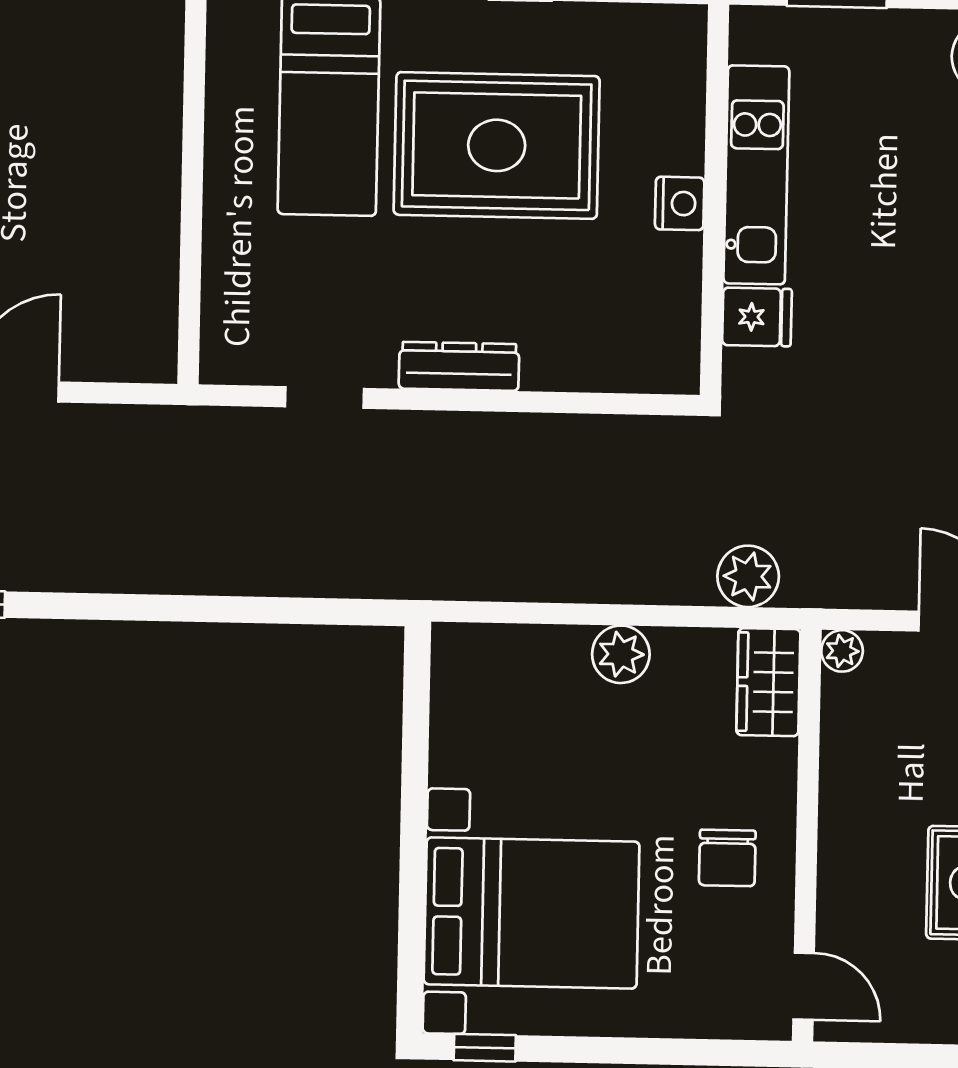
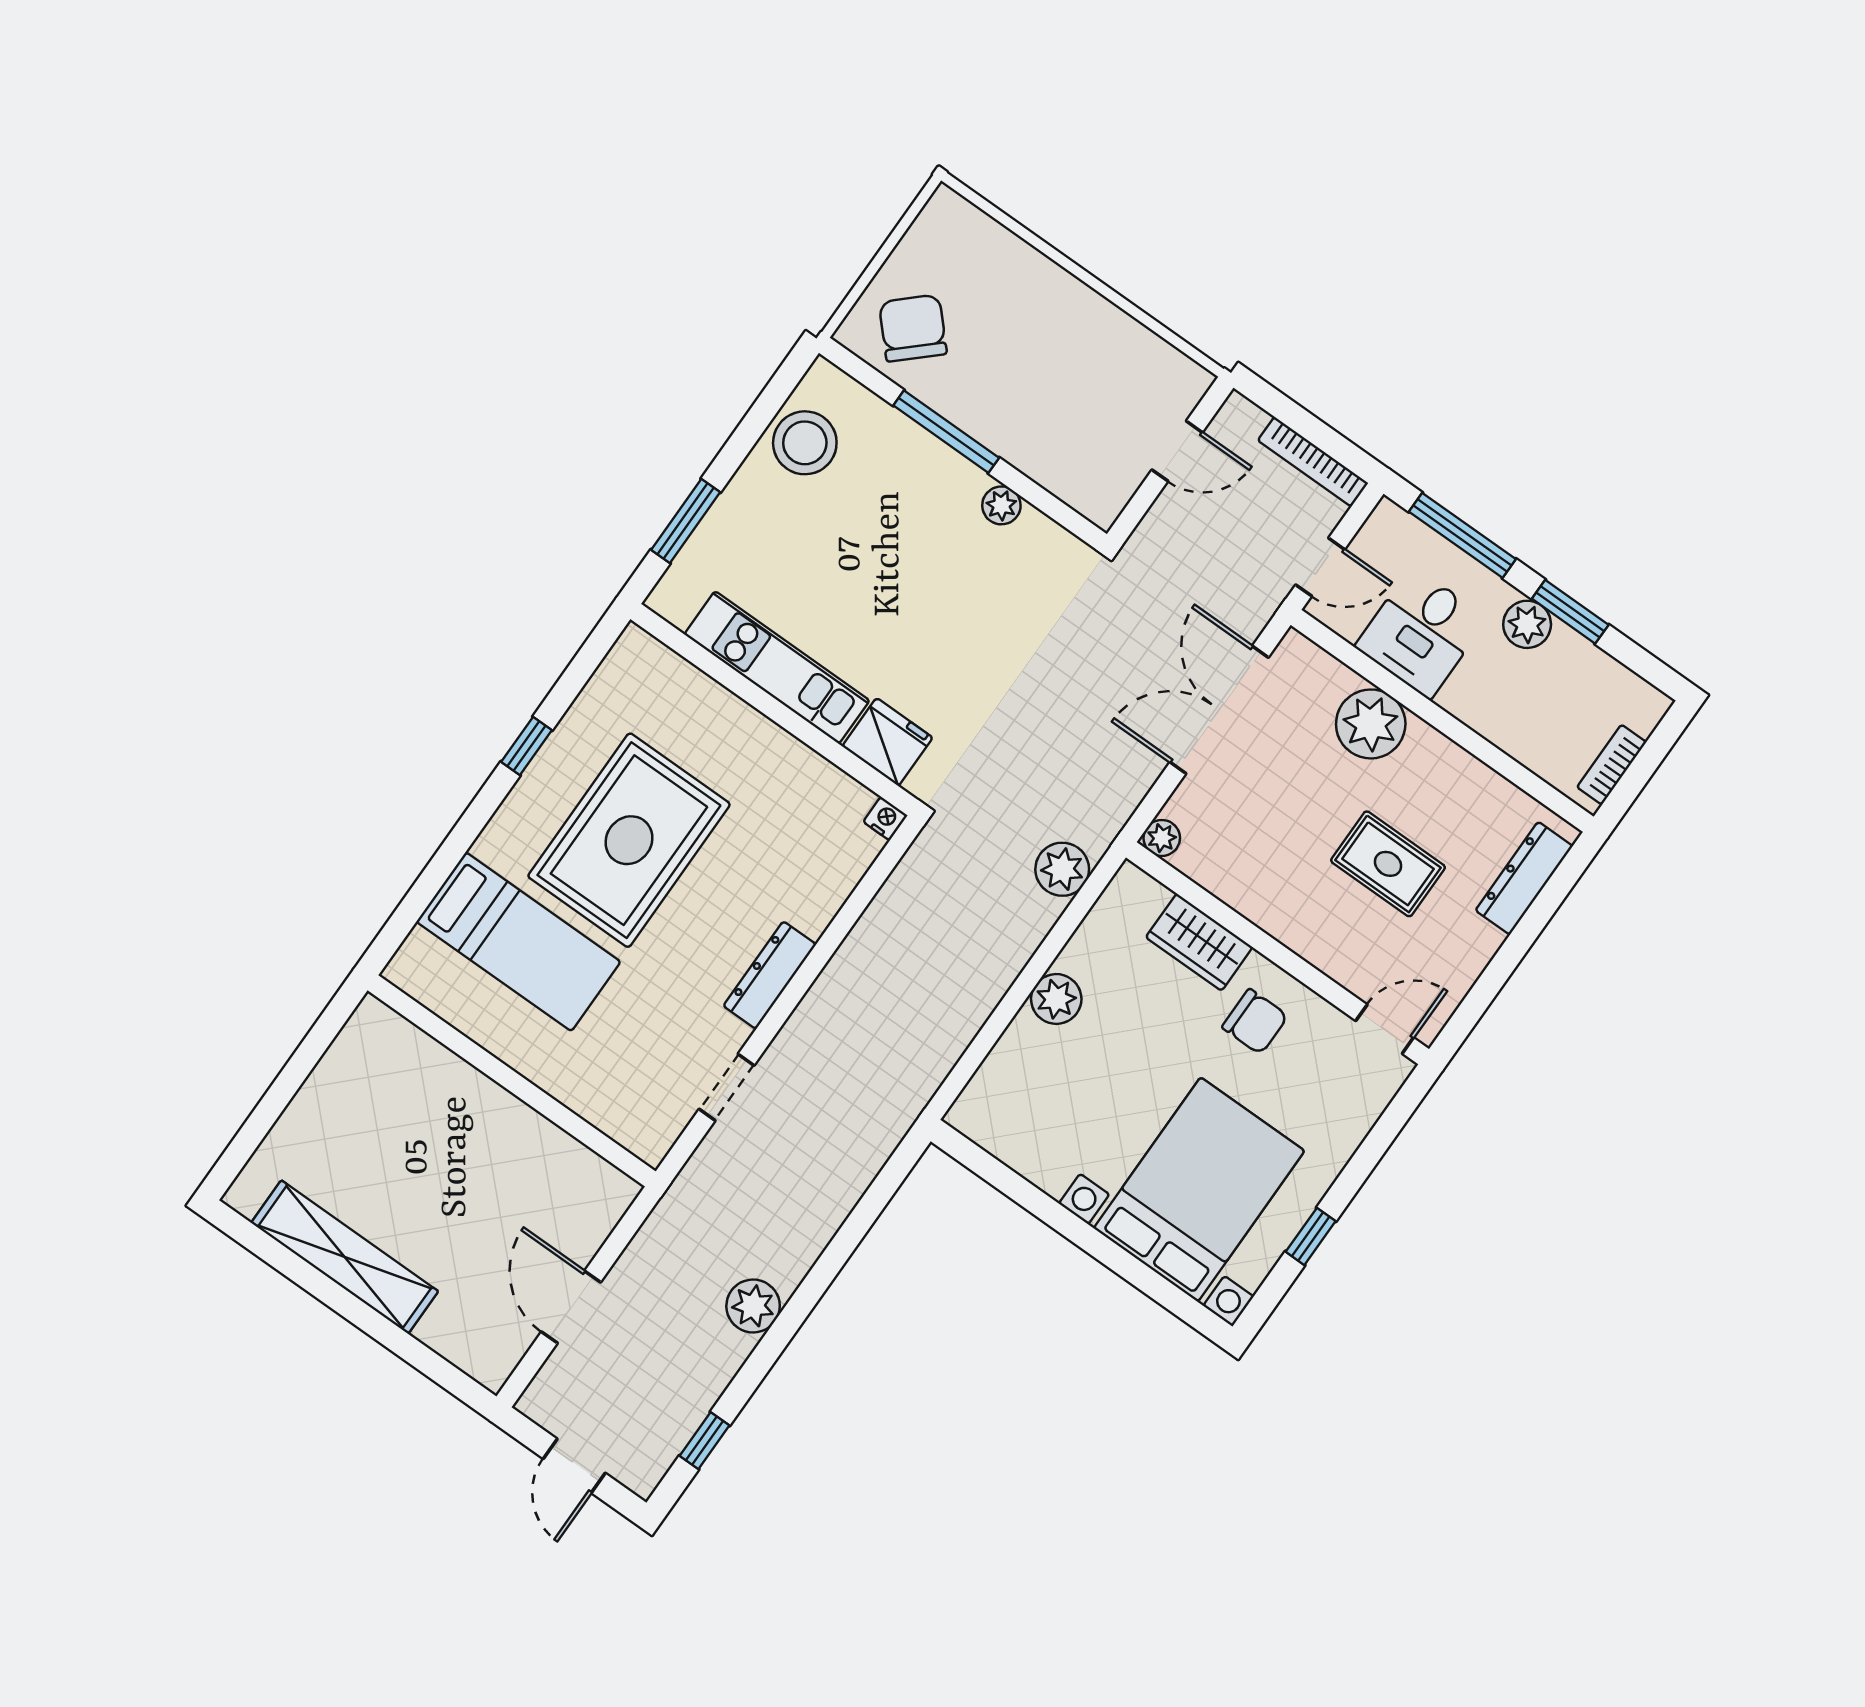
nightstand: (680, 203) -> (885, 819), moved, width x0.72, depth x0.74
fridge: (757, 317) -> (887, 742), width x1.38
plant: (133, 564) -> (753, 1306), added
wardrobe: (768, 682) -> (1199, 942), moved
window: (485, 1048) -> (1311, 1236), moved

